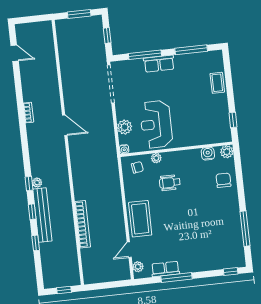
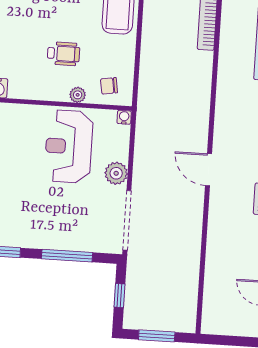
row of seats: (159, 64) -> (48, 238), removed
reception desk: (156, 124) -> (69, 146), turned 180
plant: (125, 127) -> (116, 173), moved

